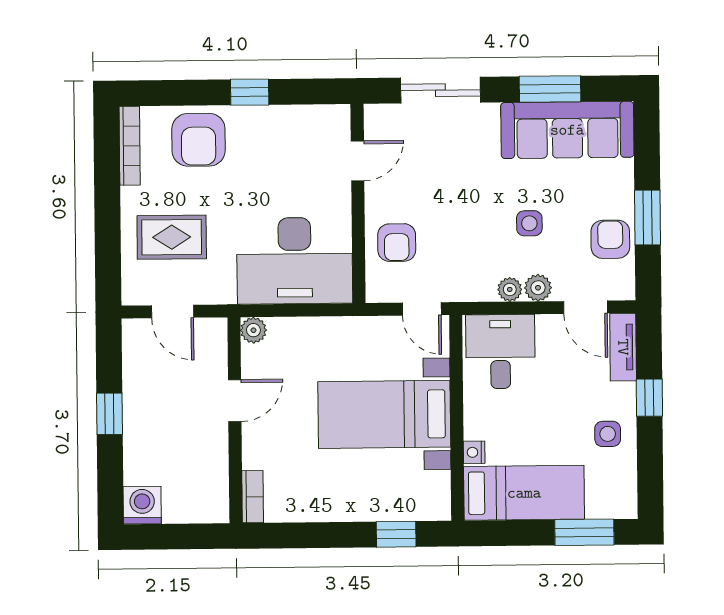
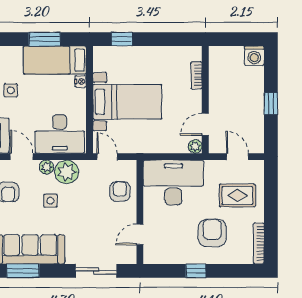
window: (550, 89) -> (23, 271), moved
armchair: (198, 140) -> (212, 233), moved
plant: (510, 289) -> (67, 172), width x1.88, depth x1.88
desk: (500, 352) -> (60, 134), width x1.37
door: (235, 401) -> (205, 124), moved
bookcase: (253, 497) -> (197, 75), moved
window: (584, 532) -> (44, 39), moved

